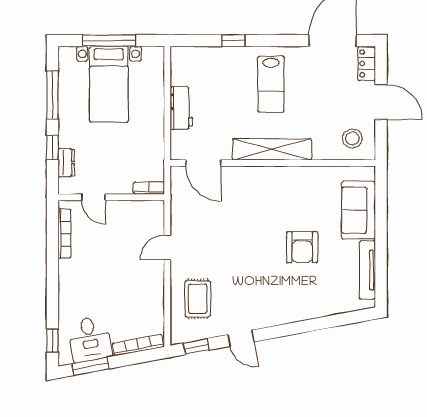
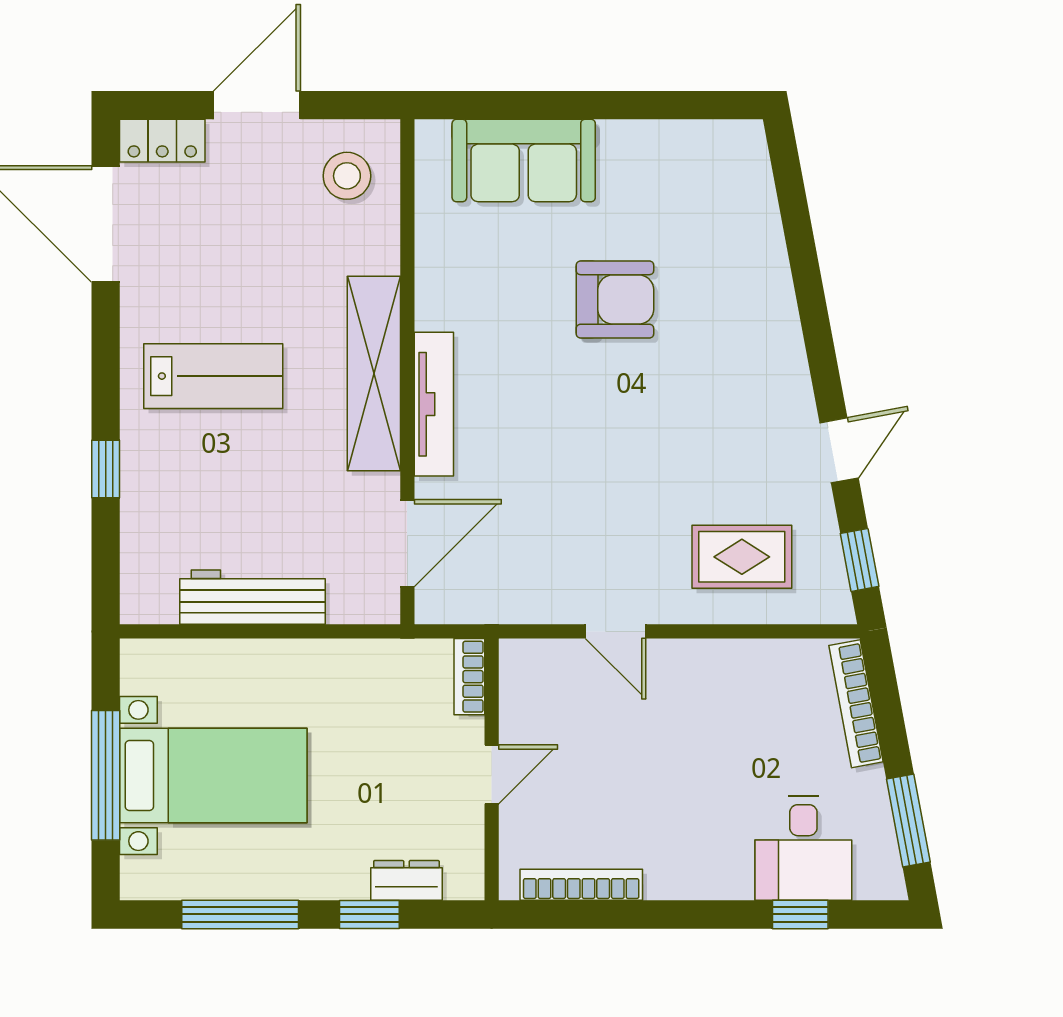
workbench: (181, 108) -> (252, 597), width x1.38
door: (93, 197) -> (492, 774), moved
tv unit: (367, 270) -> (434, 404), moved, turned -90
desk: (90, 339) -> (803, 848), moved, turned 101
window: (52, 341) -> (800, 914), moved

